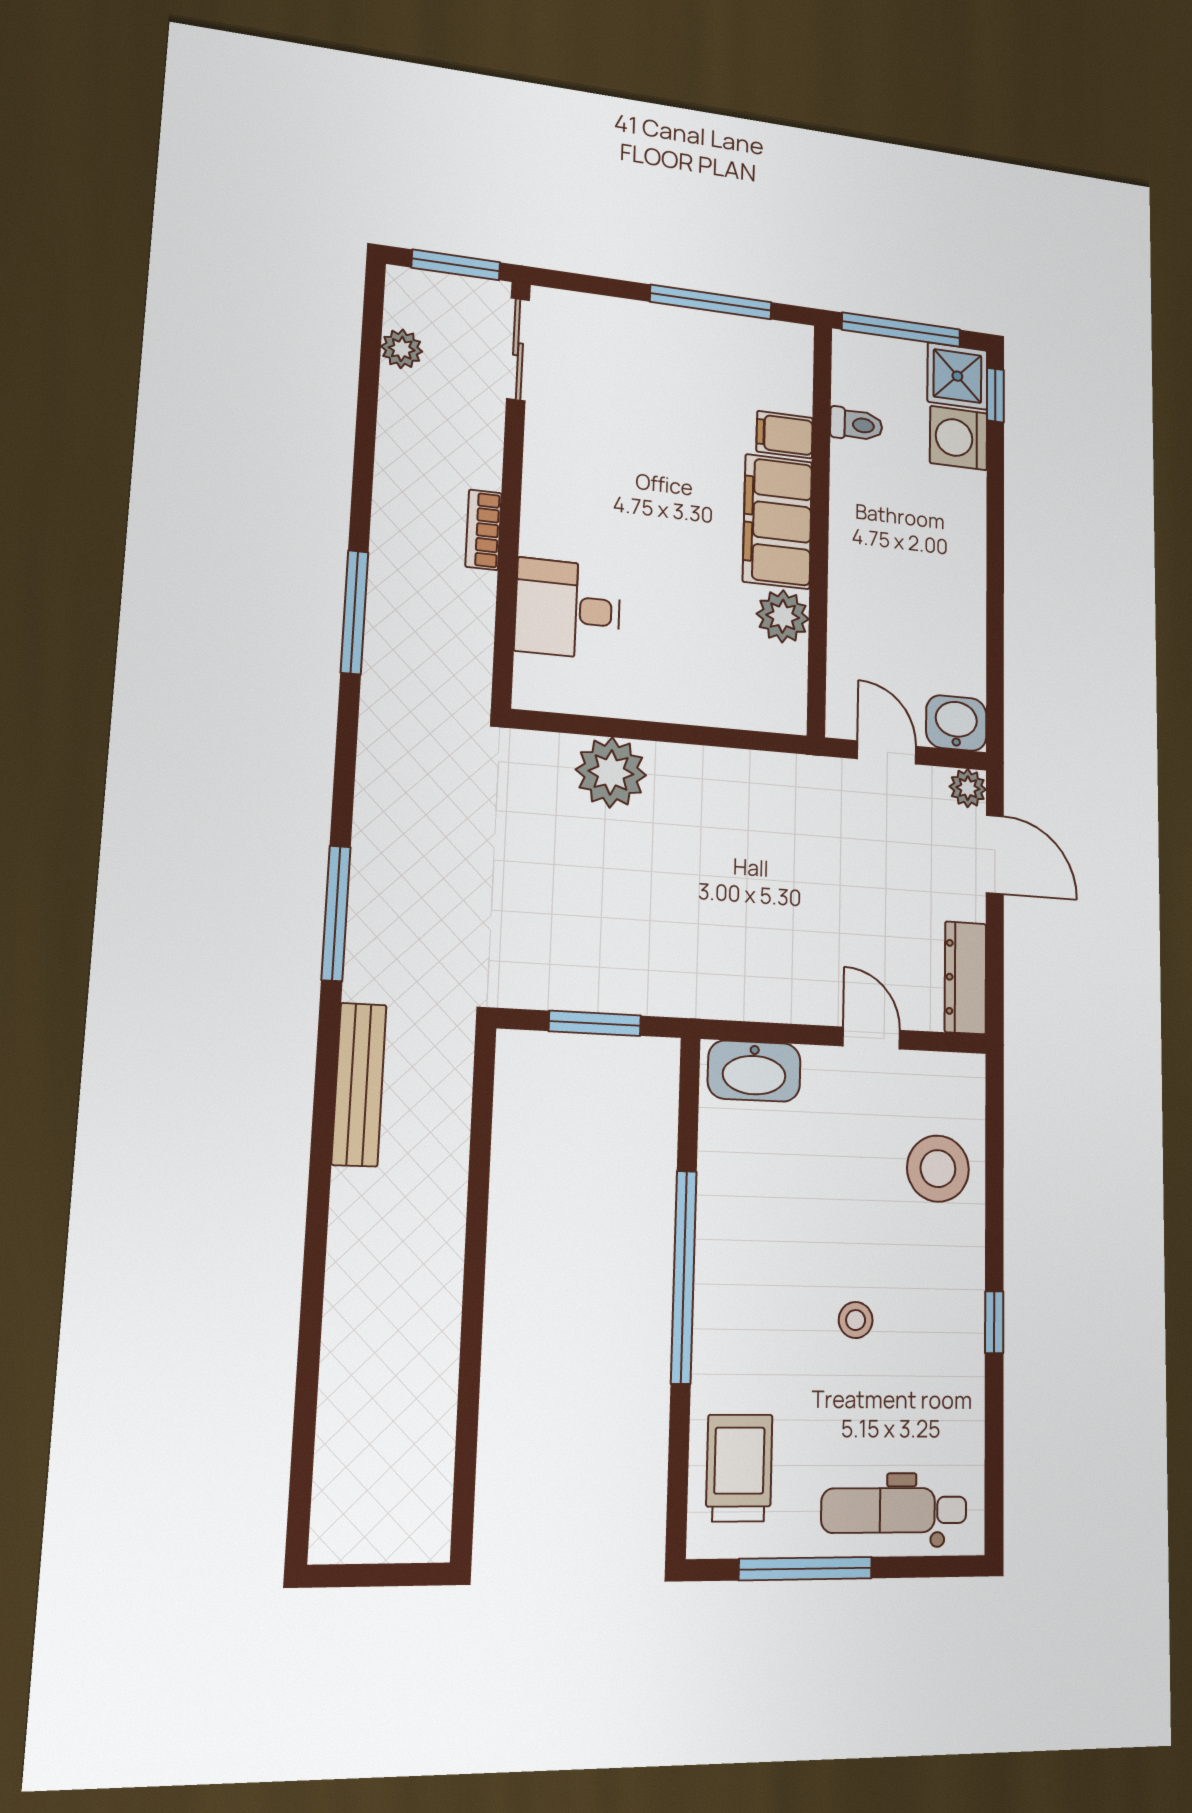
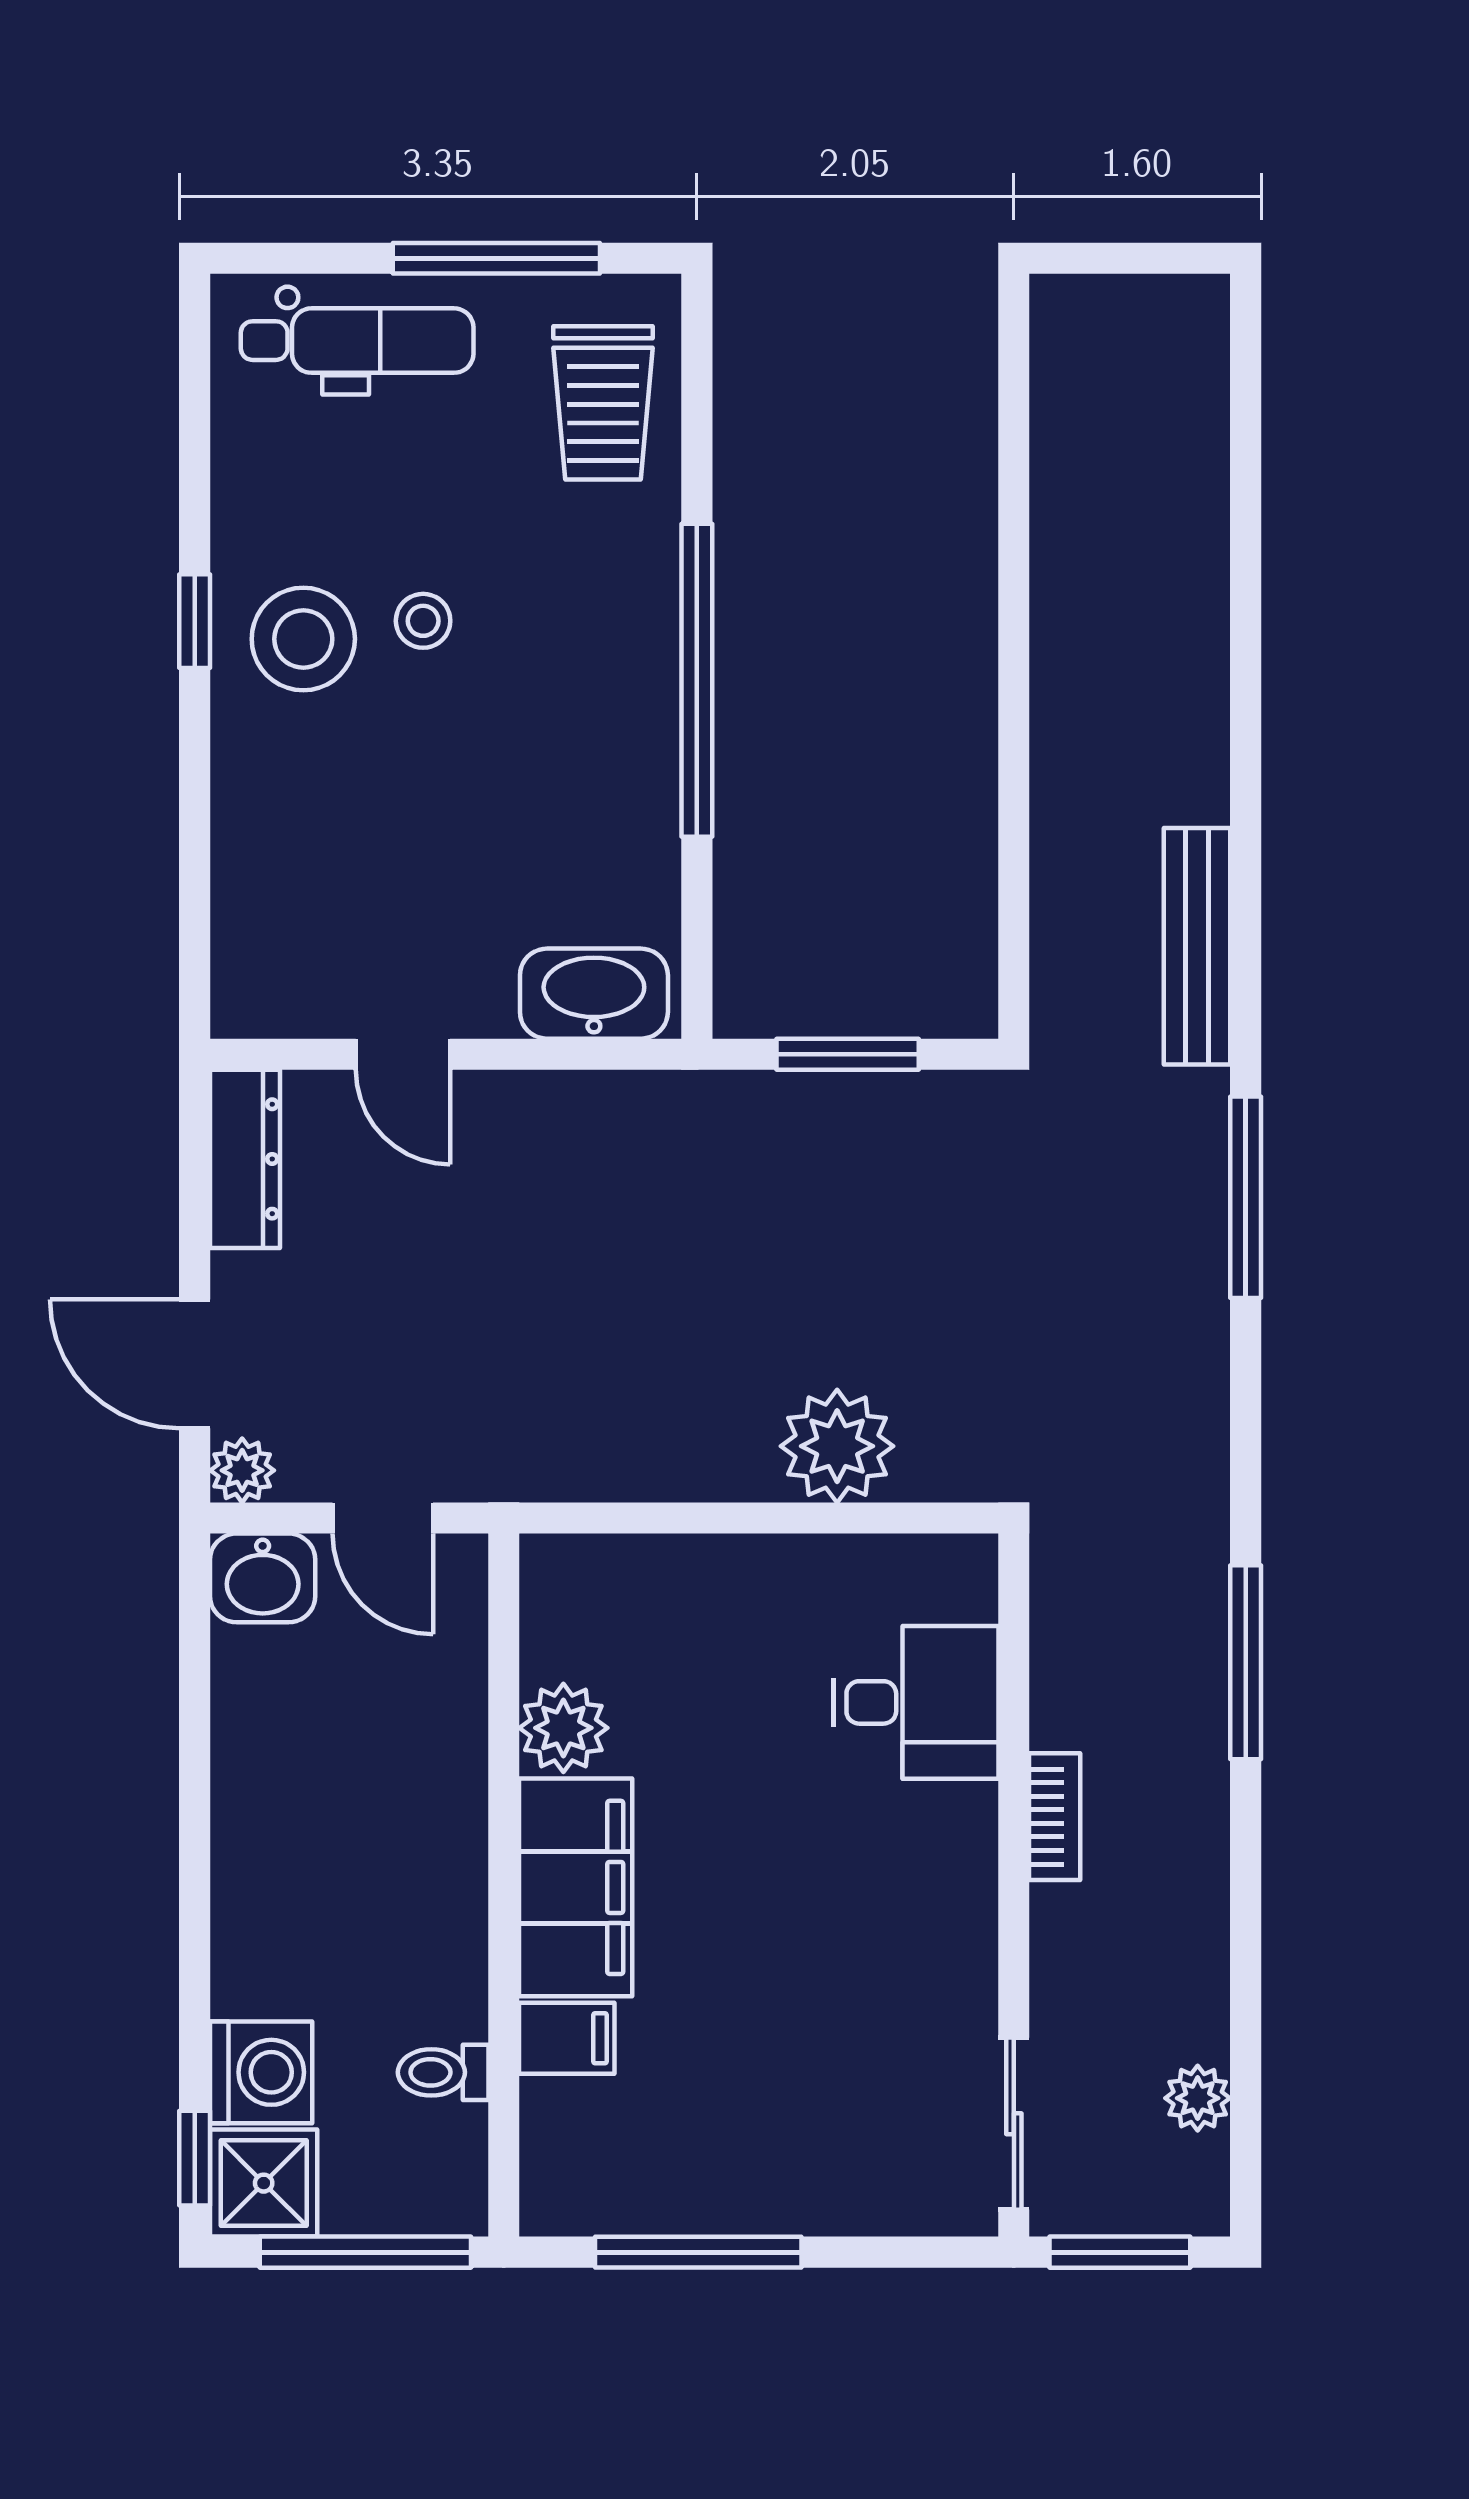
stool: (938, 1169) -> (303, 639), moved

